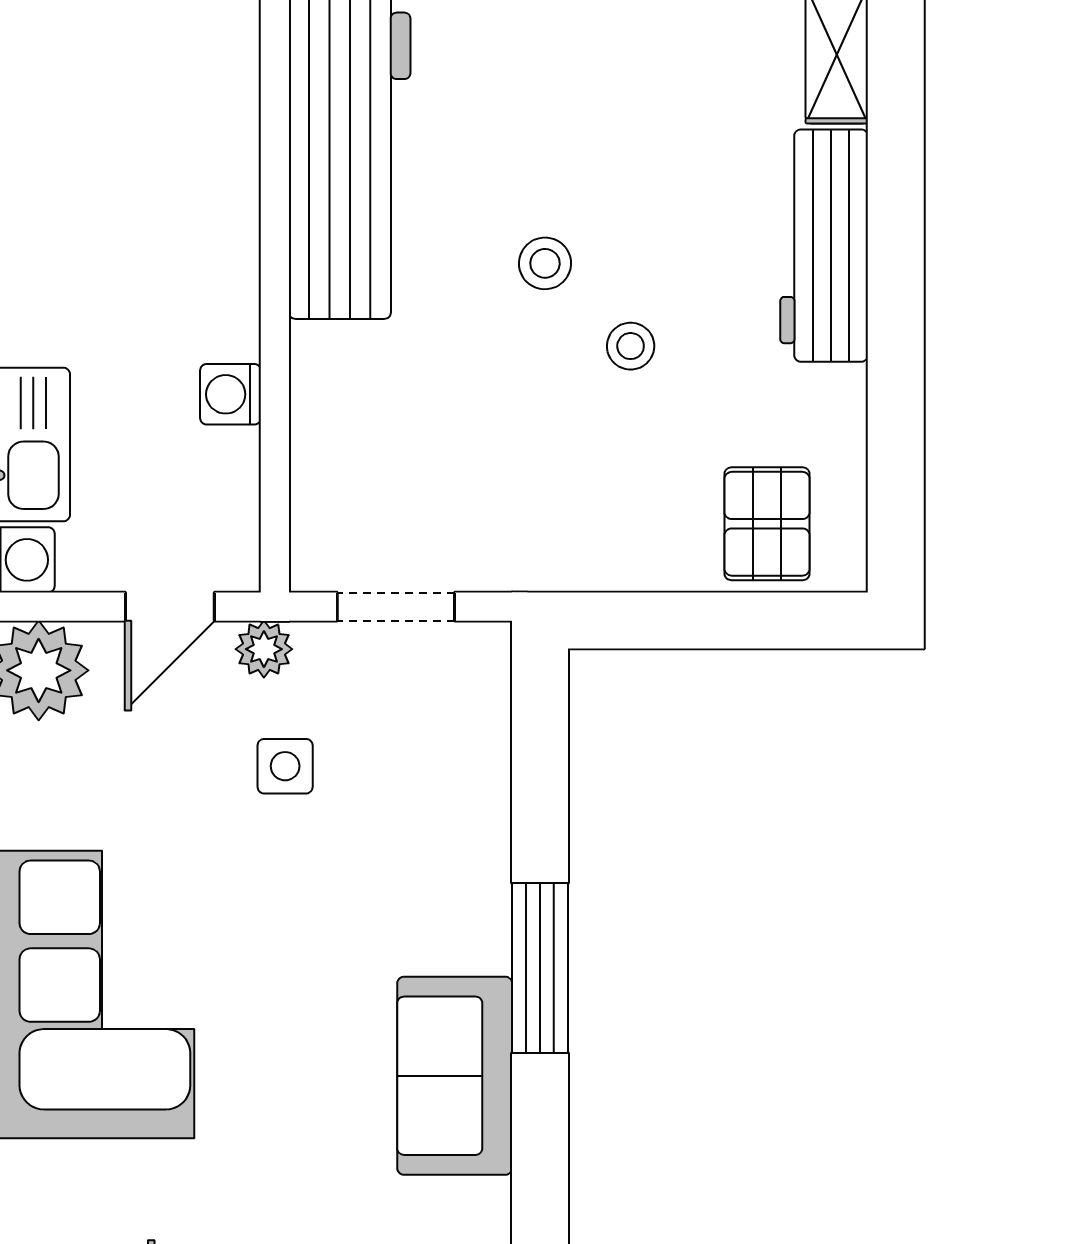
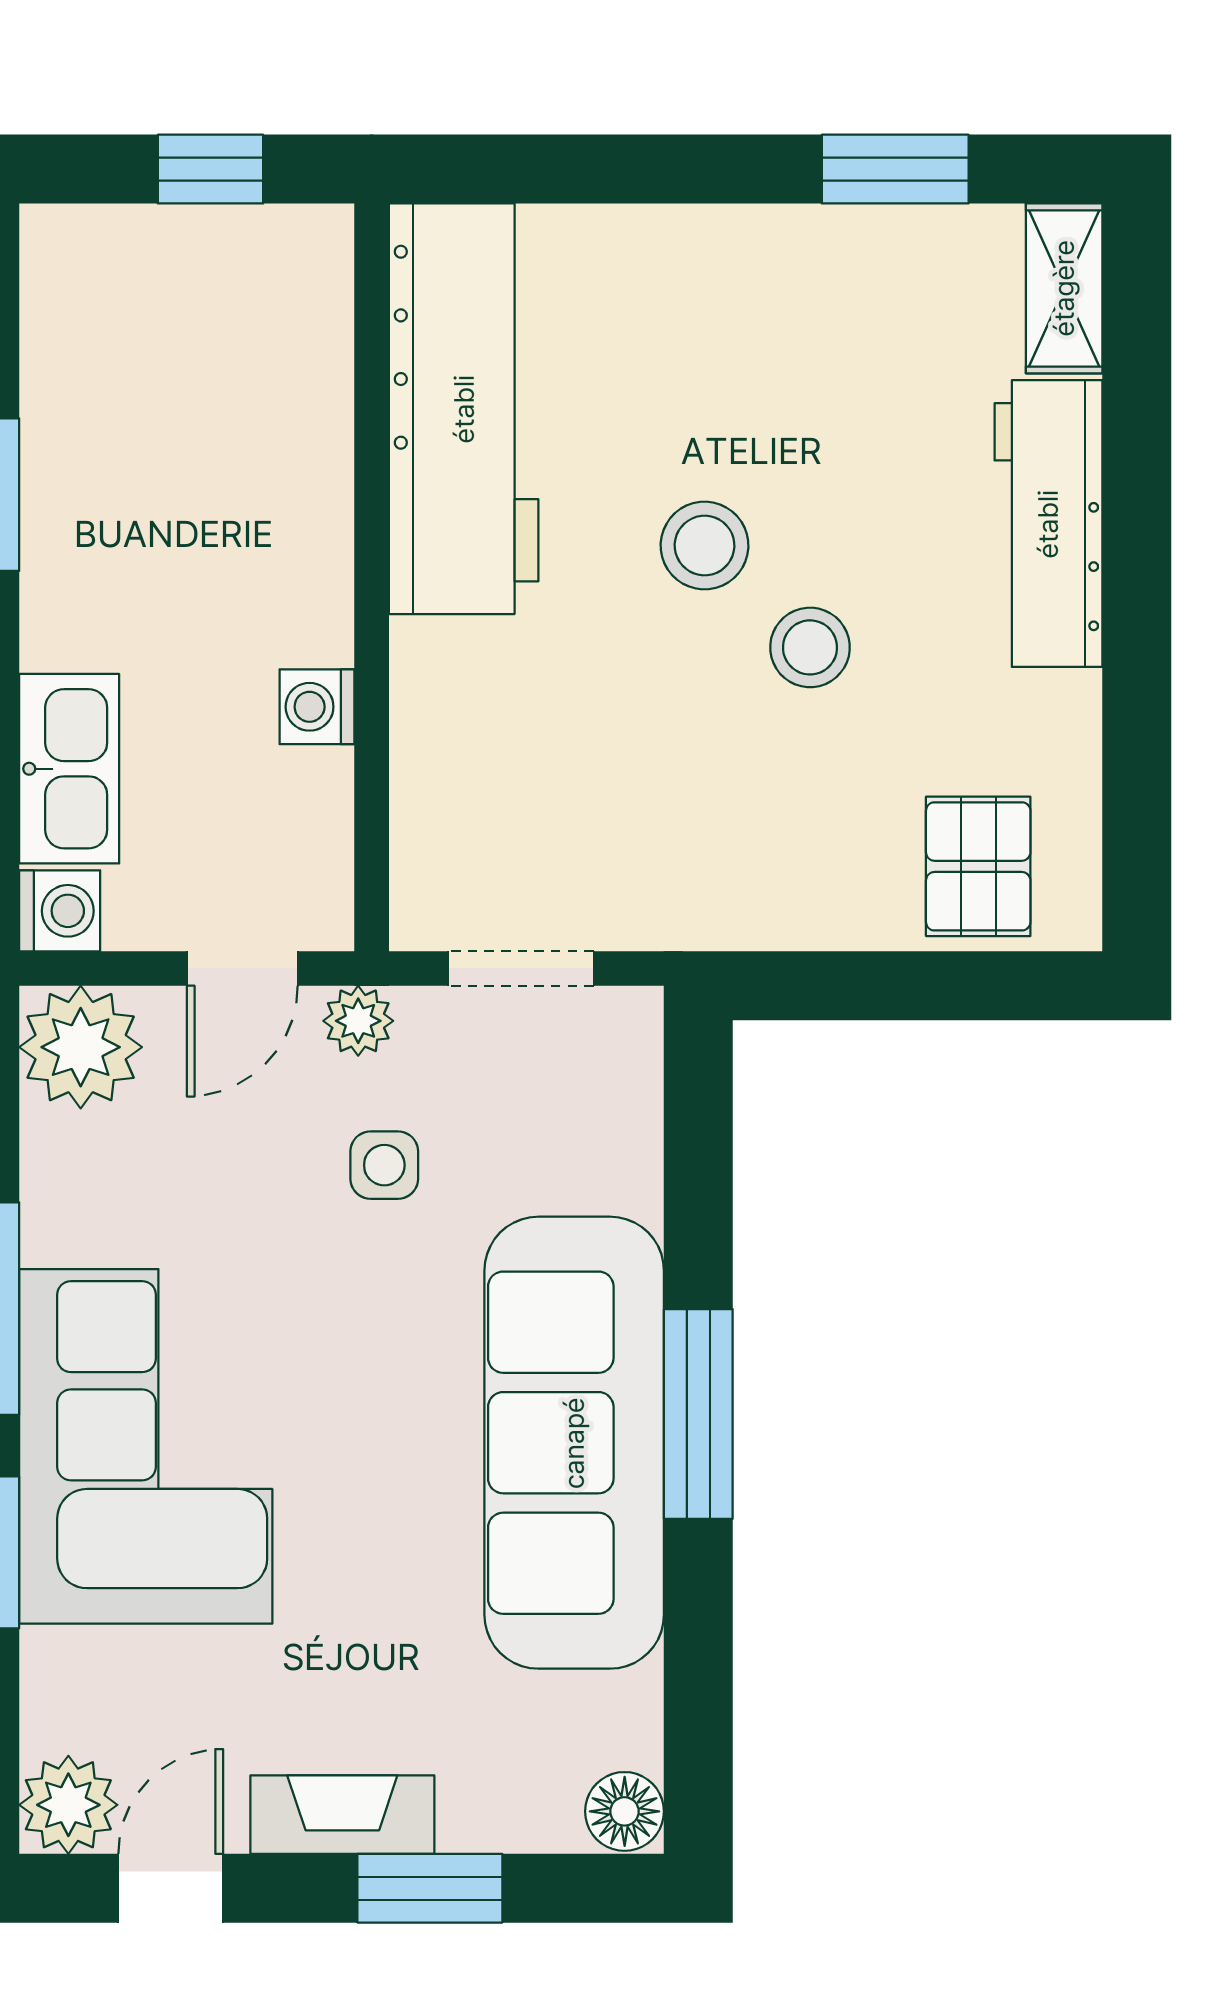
stool: (545, 263) -> (705, 546), width x1.37, depth x1.37
stool: (631, 346) -> (810, 647), width x1.37, depth x1.37
sofa: (455, 1076) -> (574, 1443), width x1.85, depth x1.27

